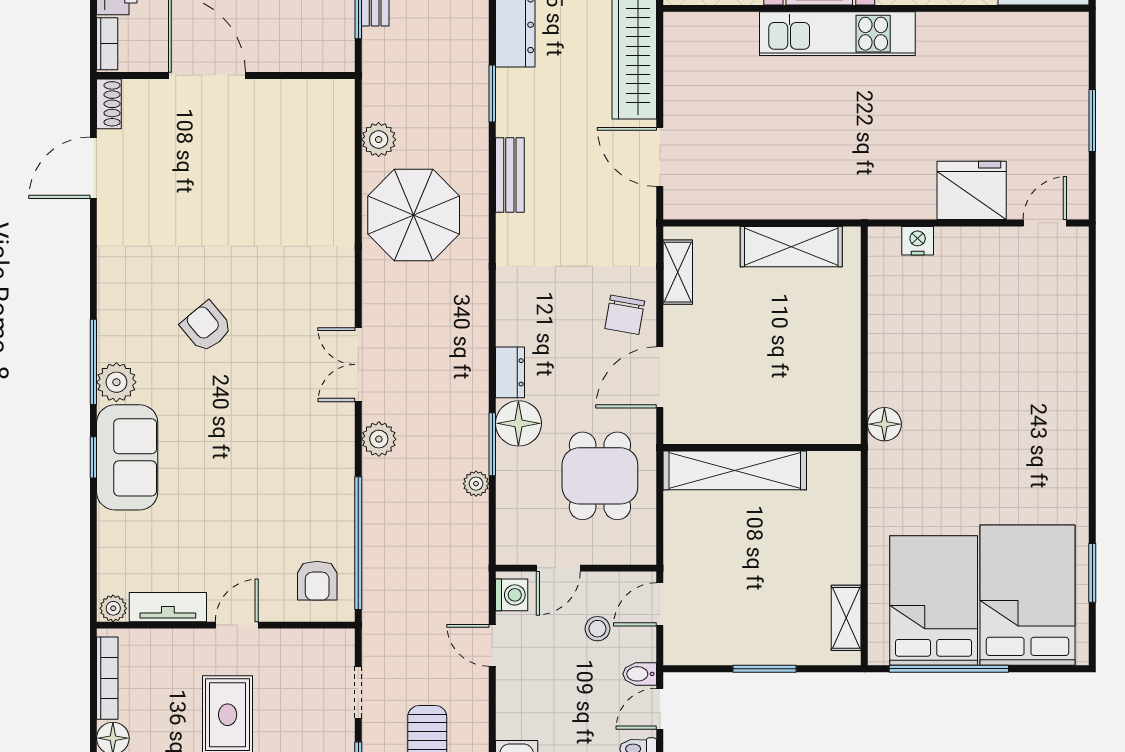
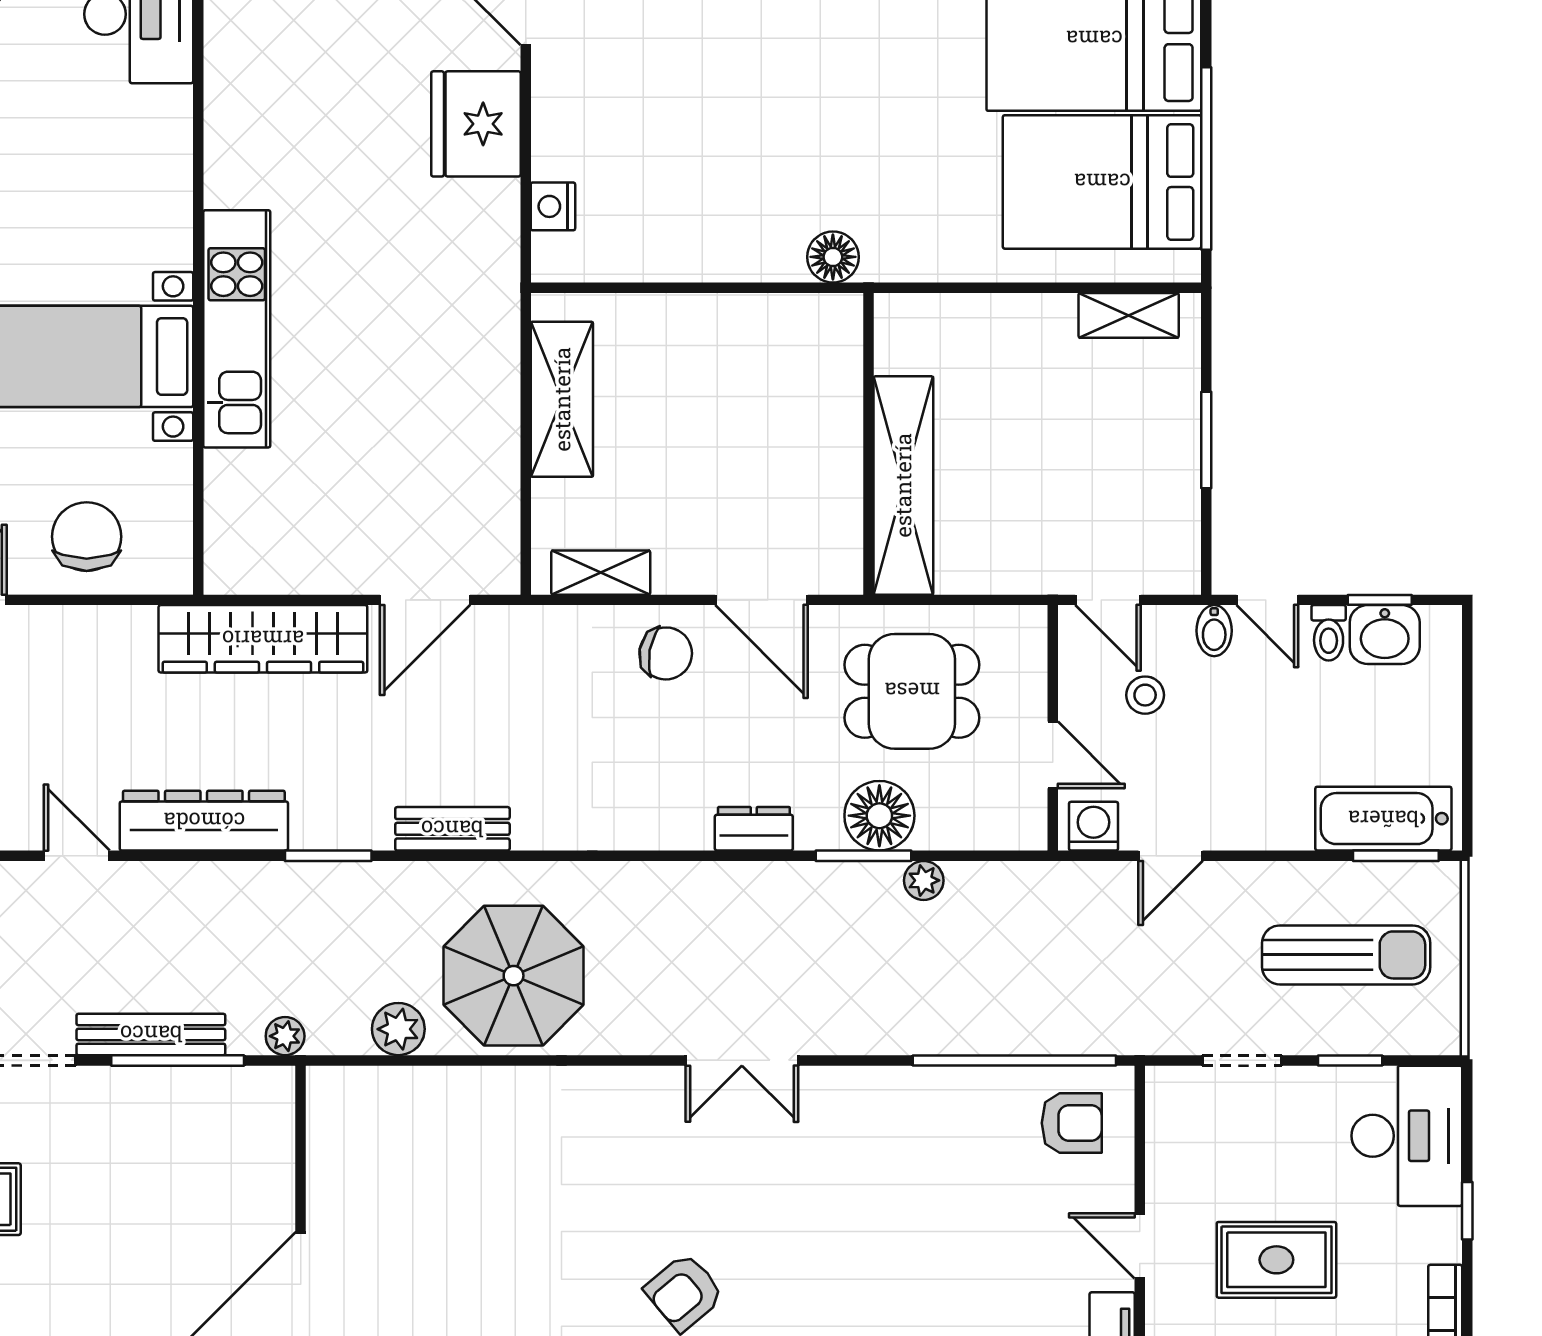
floor lamp: (518, 423) -> (879, 816), moved
plant: (379, 439) -> (285, 1036), moved, width x0.73, depth x0.73

